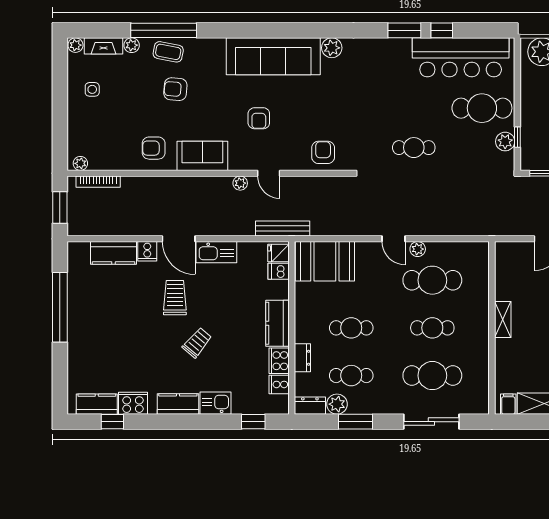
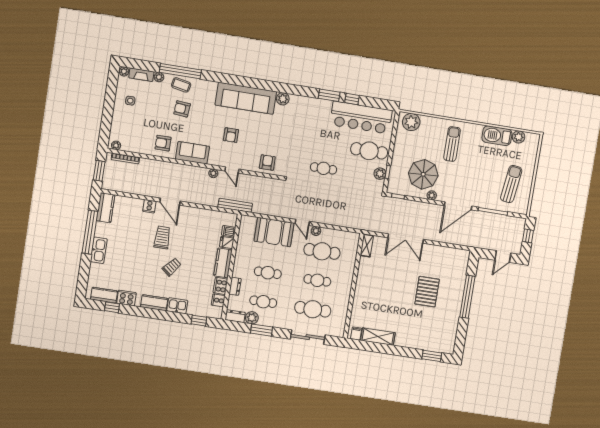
kitchen sink: (216, 252) -> (99, 250), moved, turned -90
kitchen counter: (114, 253) -> (106, 208), moved, turned -90
fridge: (278, 253) -> (227, 243), moved
booth: (325, 261) -> (274, 232), moved
shelving: (503, 320) -> (367, 245), moved

